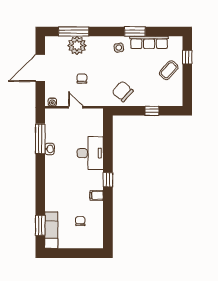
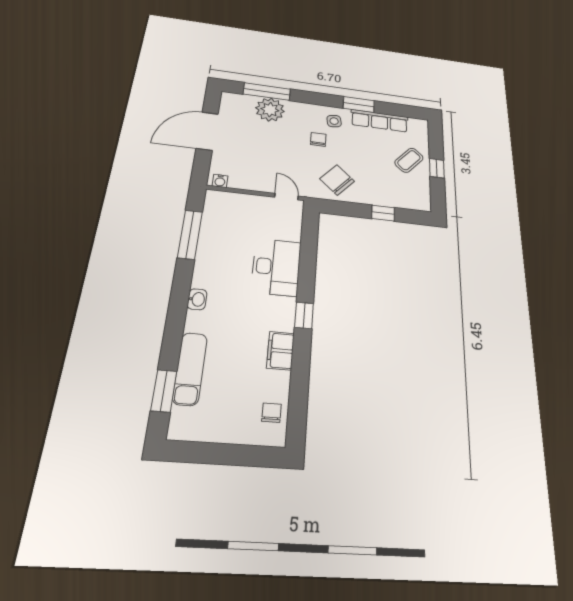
window: (187, 57) -> (437, 168), moved
chair: (82, 79) -> (318, 139), moved
door: (76, 107) -> (286, 197), moved
washbasin: (50, 149) -> (197, 299), moved
filing cabinet: (97, 195) -> (281, 351), width x2.00
chair: (80, 221) -> (271, 413), moved
exam couch: (51, 230) -> (190, 369), moved

